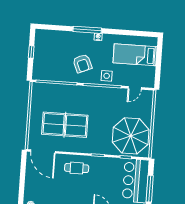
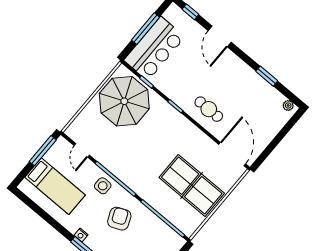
window: (158, 71) -> (43, 151), added
door: (135, 88) -> (82, 150), swing flipped
table tennis table: (65, 125) -> (192, 185), moved

